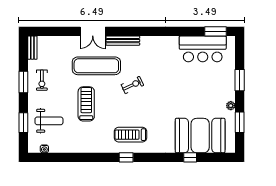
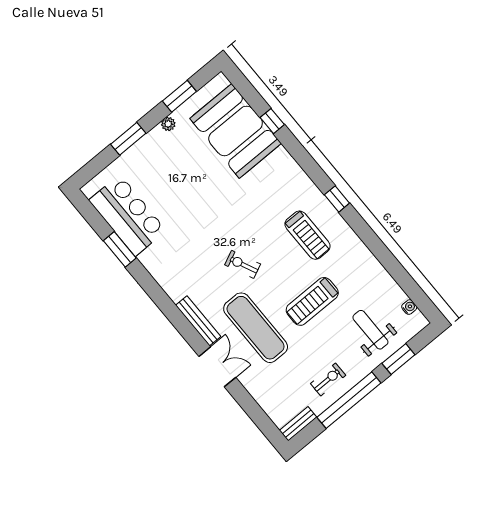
window: (215, 31) -> (120, 249), moved
window: (23, 82) -> (349, 400), width x2.11
treadmill: (131, 135) -> (307, 235), moved

